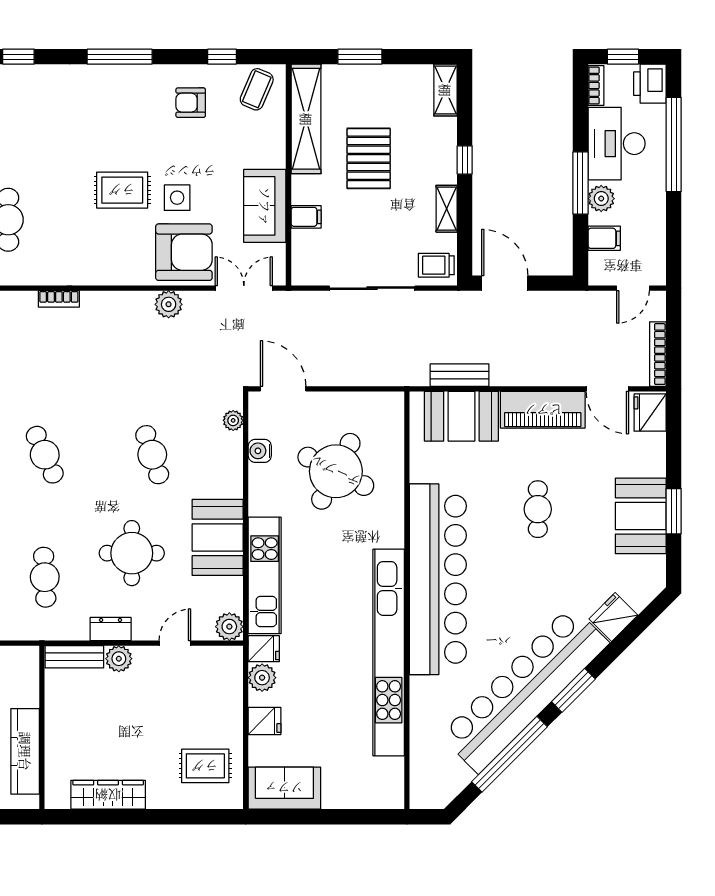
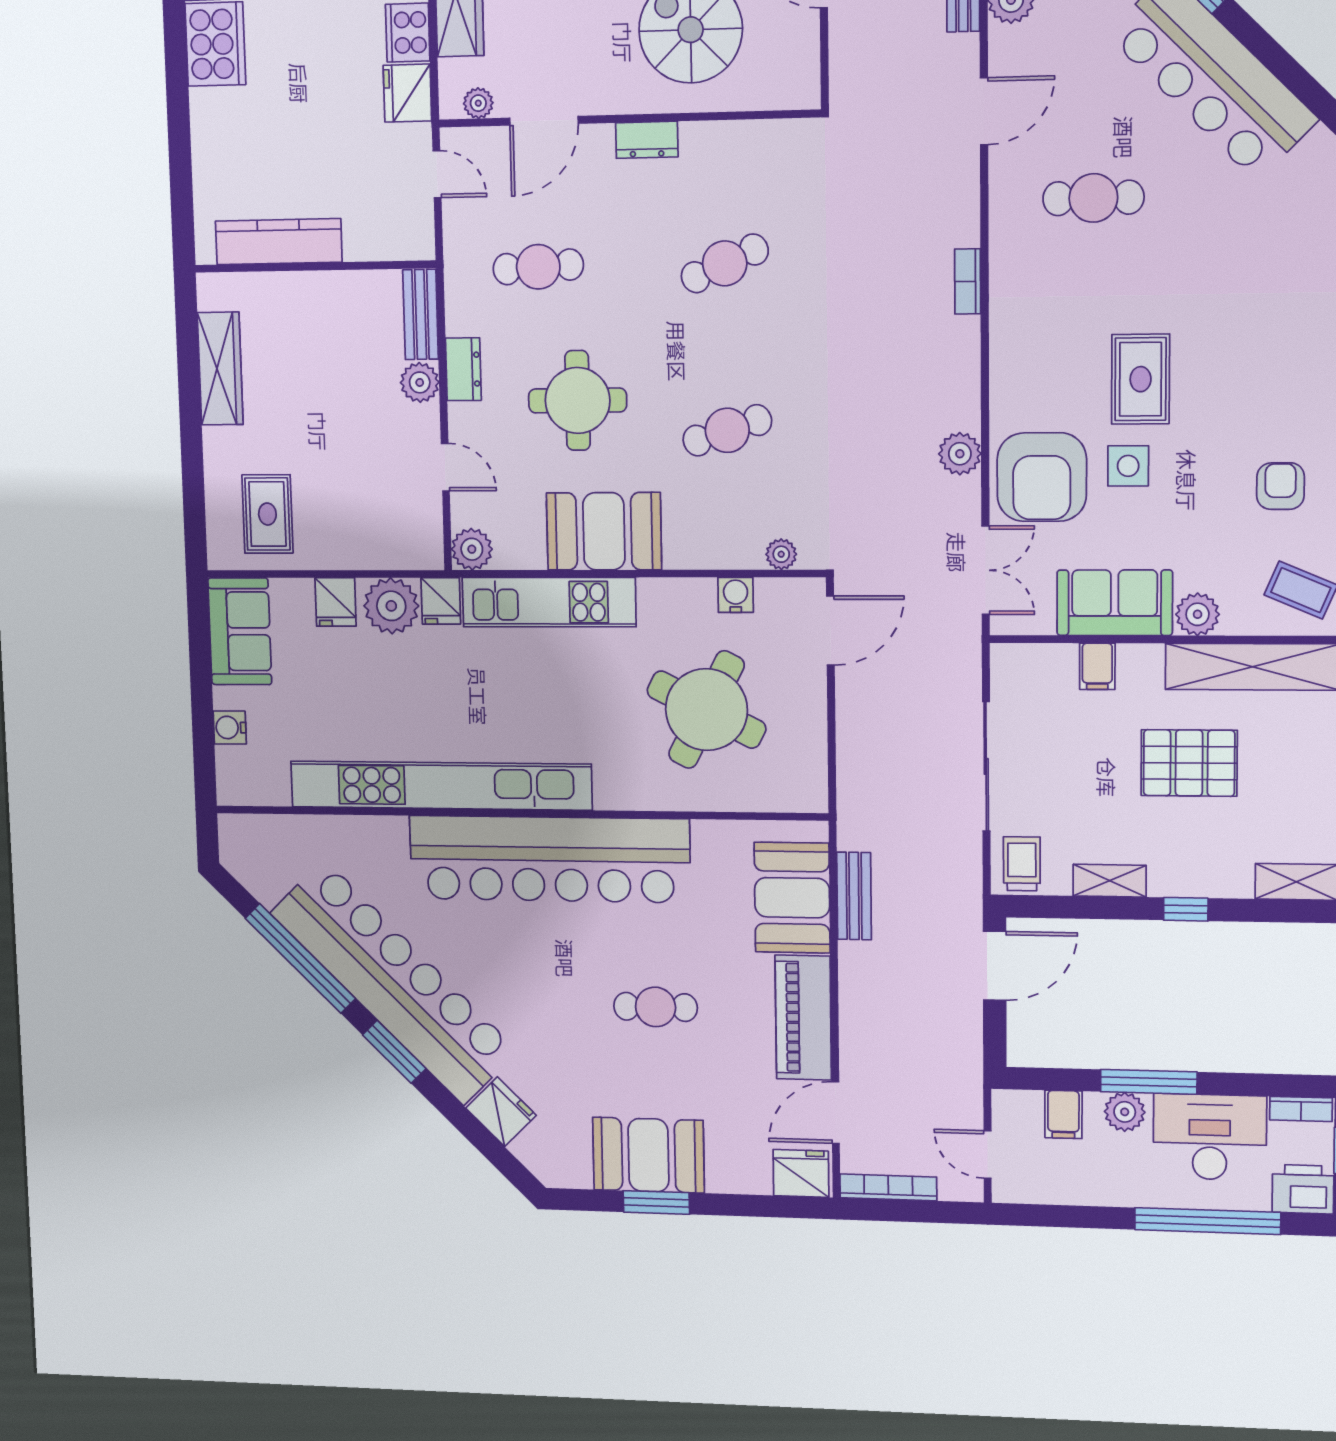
plant: (272, 154) -> (1198, 614), added
plant: (262, 678) -> (391, 606), width x1.36, depth x1.36
water cooler: (350, 798) -> (230, 727), added

